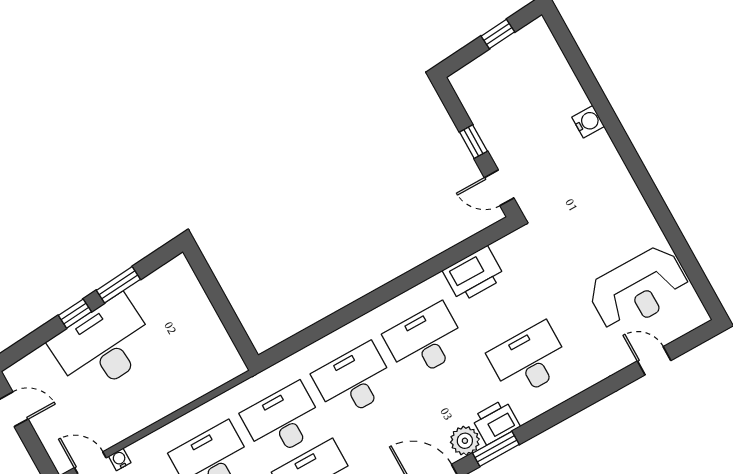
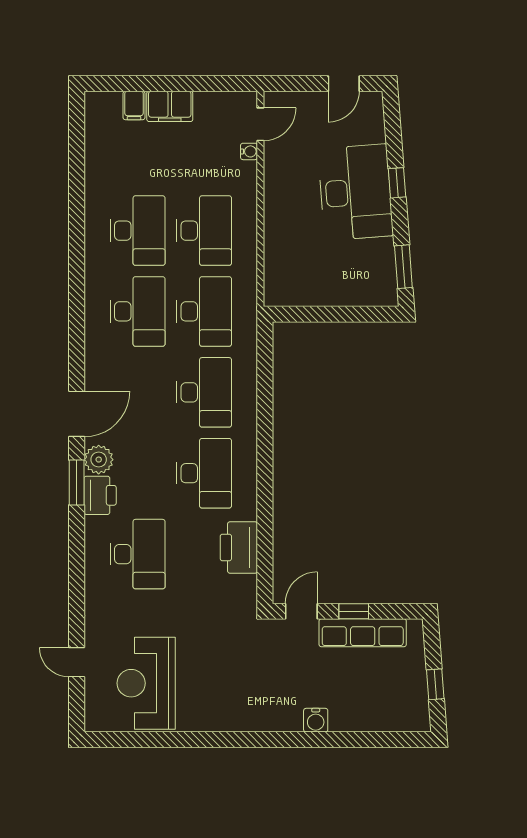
row of seats: (488, 123) -> (363, 633), added
window: (118, 285) -> (403, 267), moved
door: (654, 361) -> (77, 662), swing flipped

